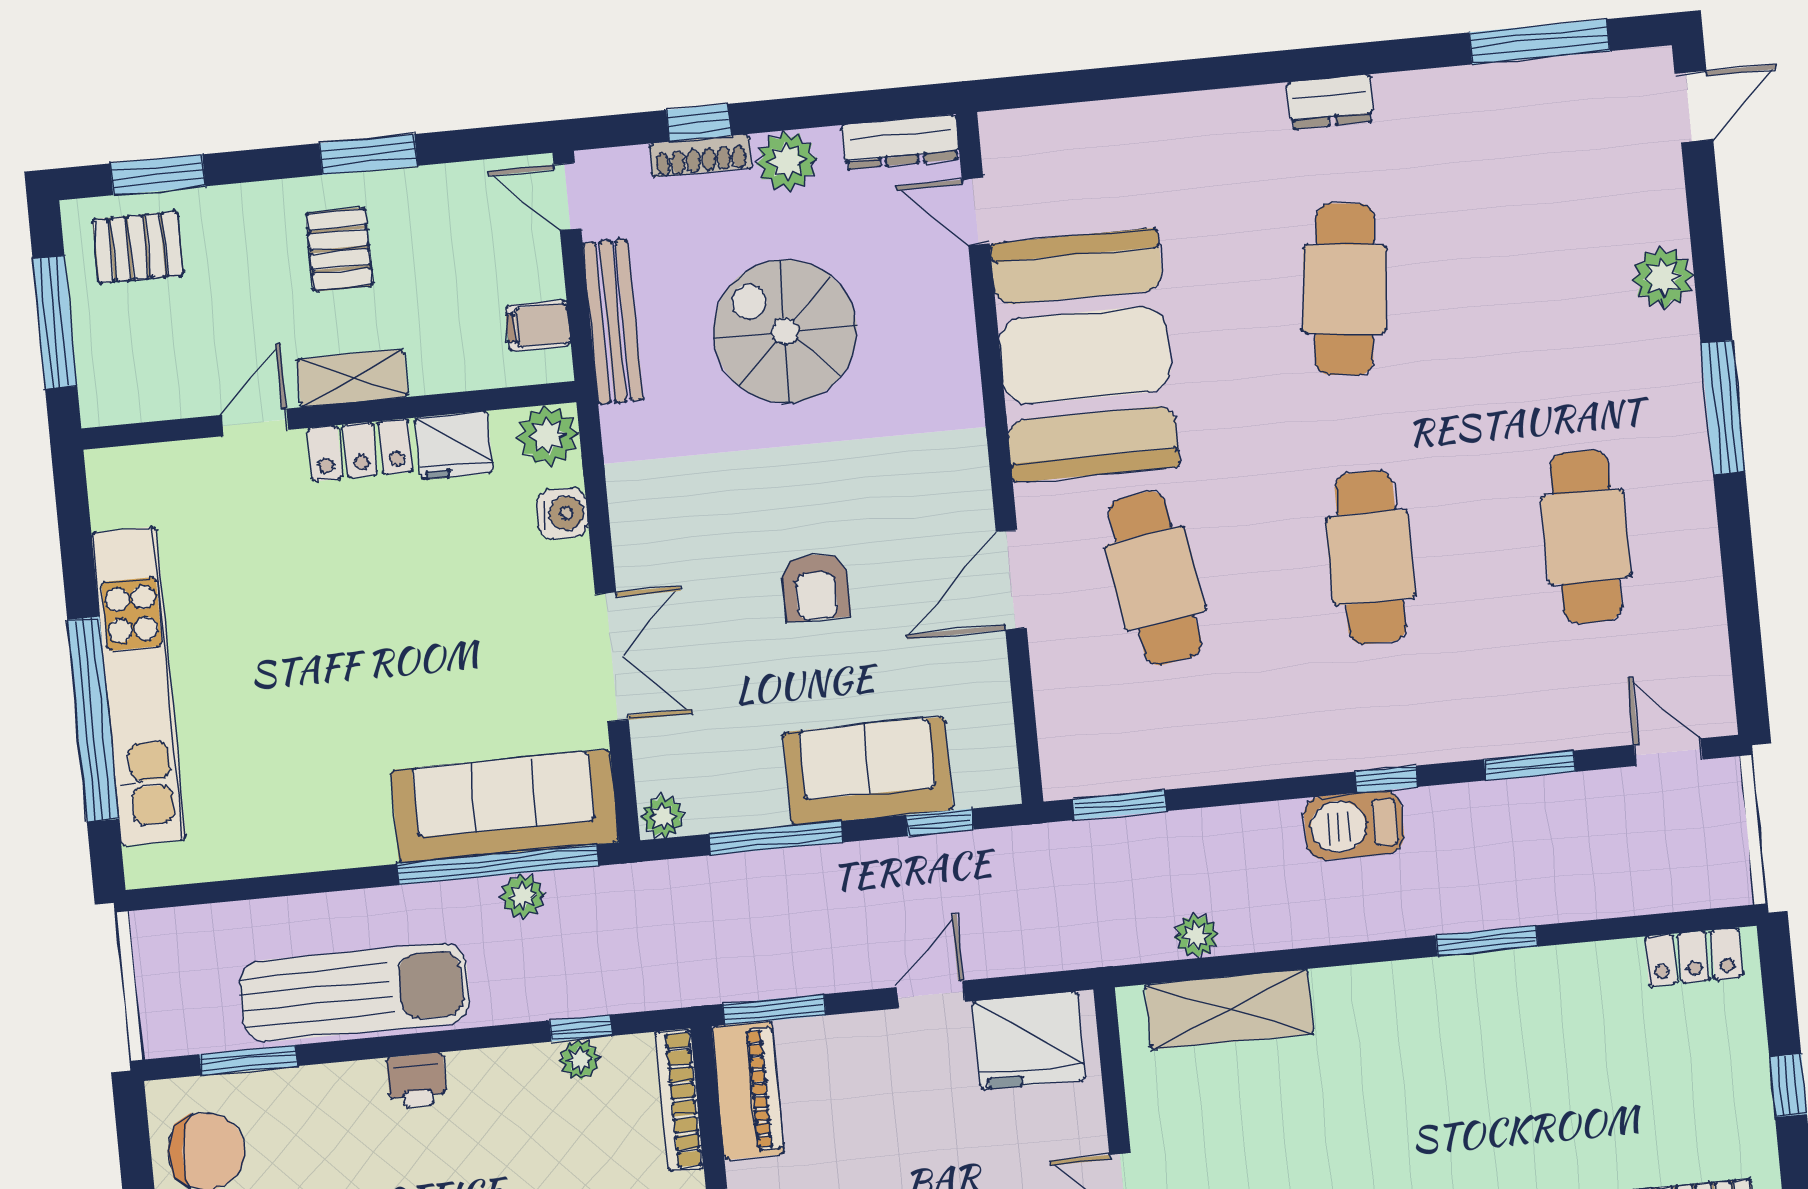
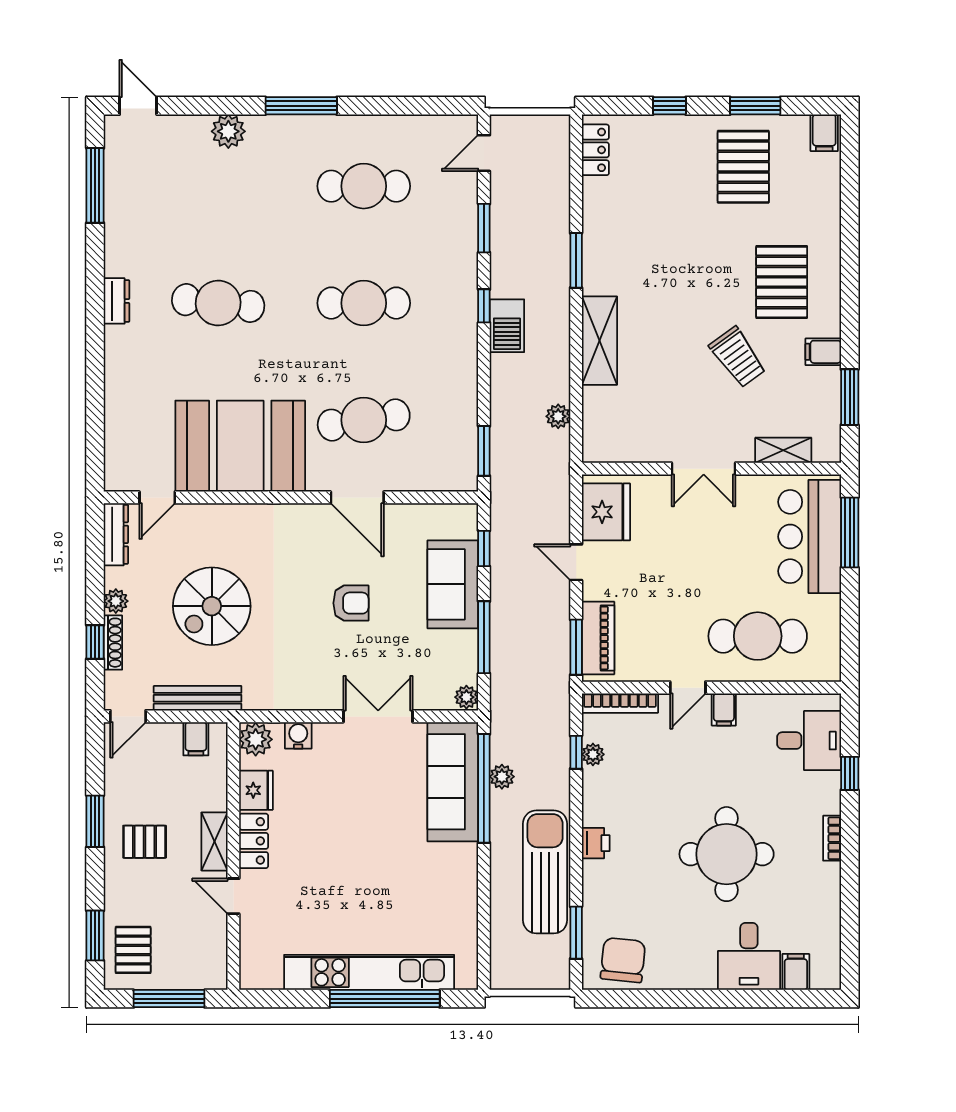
plant: (787, 161) -> (116, 601), width x0.73, depth x0.73
shelving: (1229, 1009) -> (599, 341), moved
piano: (748, 1090) -> (598, 638), moved, turned 90

